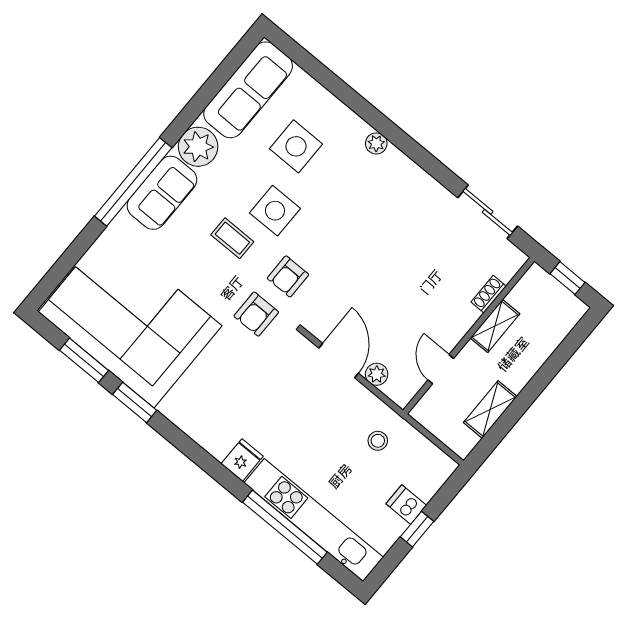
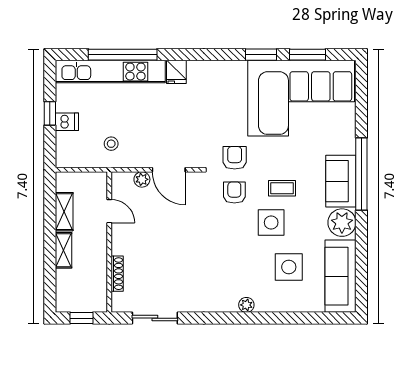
shoe rack: (489, 294) -> (117, 274), width x1.43
shelving: (495, 326) -> (63, 250), moved

